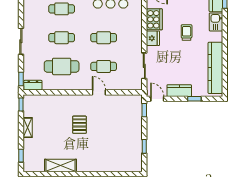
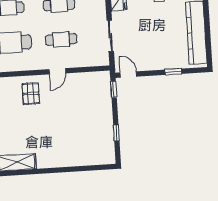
kitchen counter: (179, 91) -> (154, 63), removed
door: (99, 92) -> (57, 71), swing flipped
pallet: (79, 125) -> (31, 94), moved

